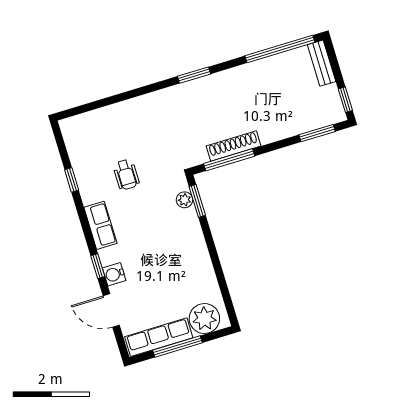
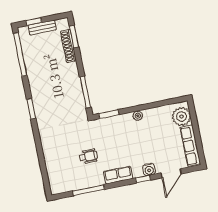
bench: (322, 63) -> (42, 27), moved
window: (345, 100) -> (34, 22), moved
shoe rack: (234, 146) -> (68, 46), moved
window: (72, 180) -> (89, 190), width x2.17
plant: (184, 200) -> (138, 116), moved
window: (177, 346) -> (197, 135), removed

